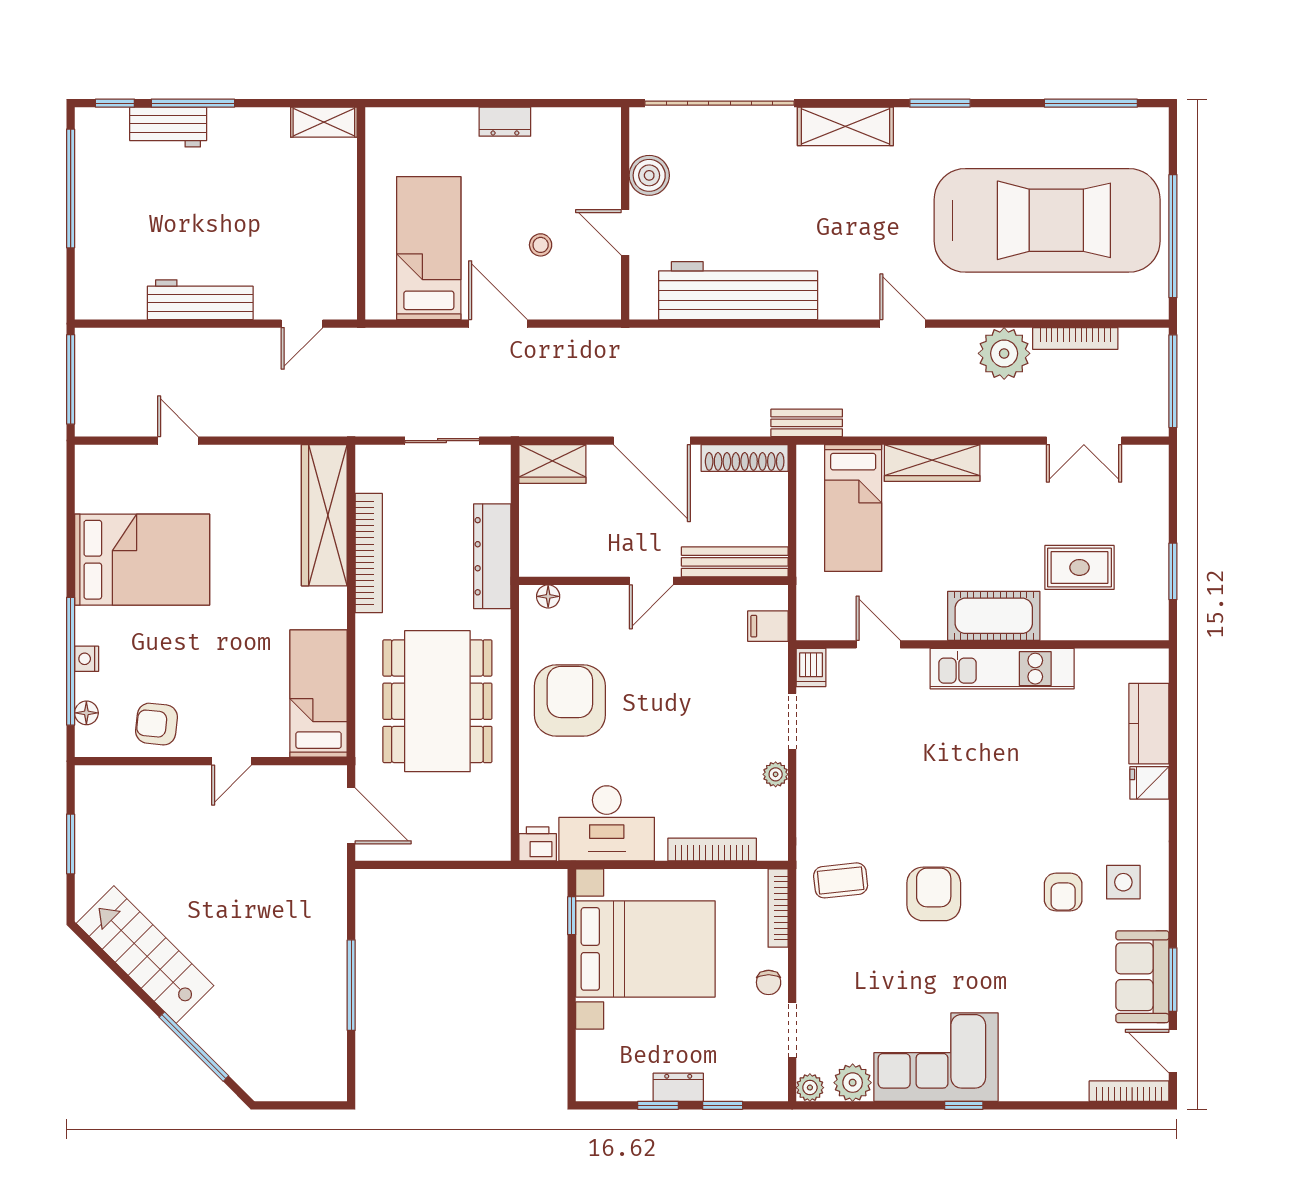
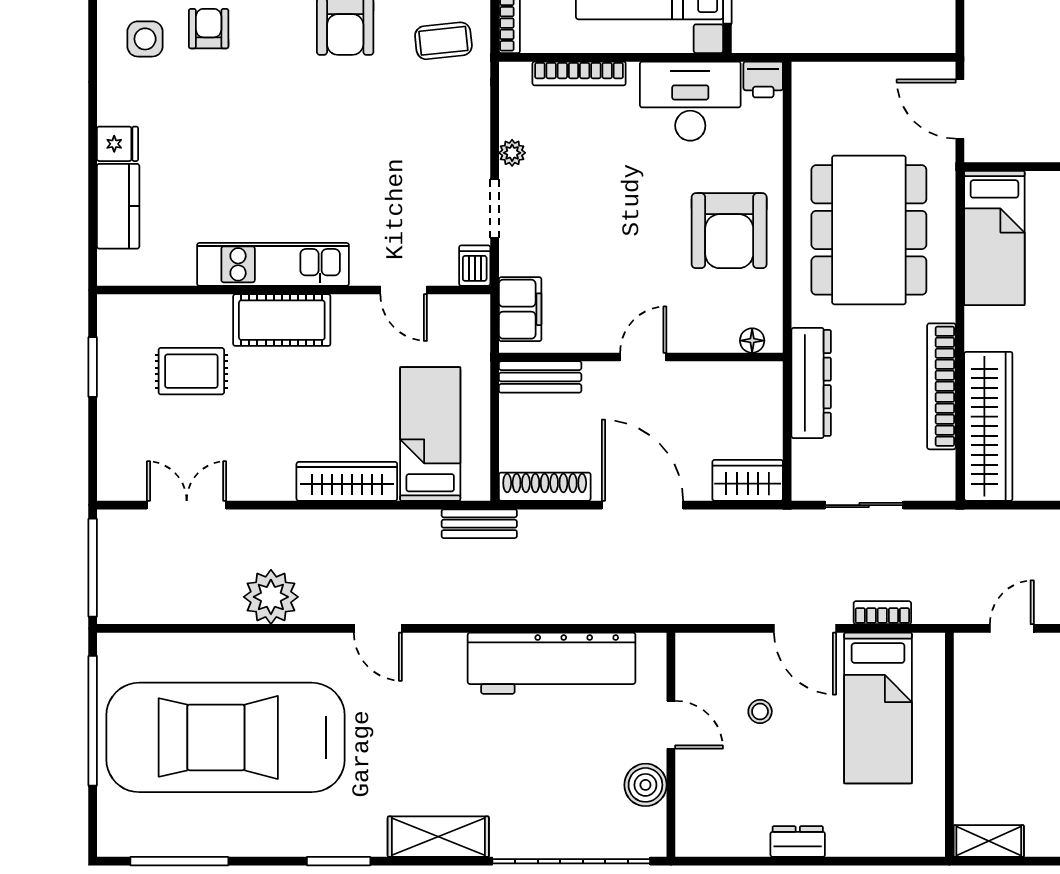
bookcase: (1075, 339) -> (882, 613), moved, width x0.64
bench: (735, 562) -> (540, 377), width x0.73
filing cabinet: (768, 626) -> (520, 309), width x2.00

